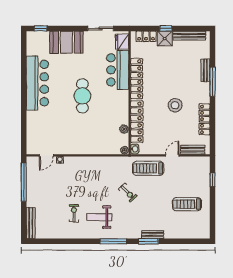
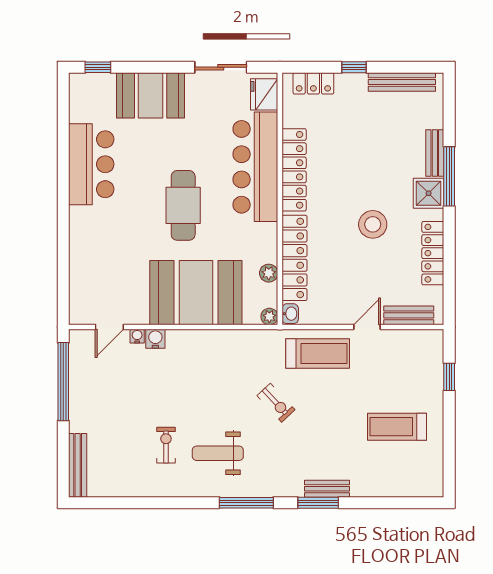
shower: (165, 38) -> (429, 193), moved
bar counter: (118, 70) -> (255, 167), width x1.36
bar counter: (37, 83) -> (91, 164), width x0.73
booth: (89, 139) -> (196, 293), added
water cooler: (69, 161) -> (155, 339), added
treadmill: (148, 168) -> (318, 354), turned 180

